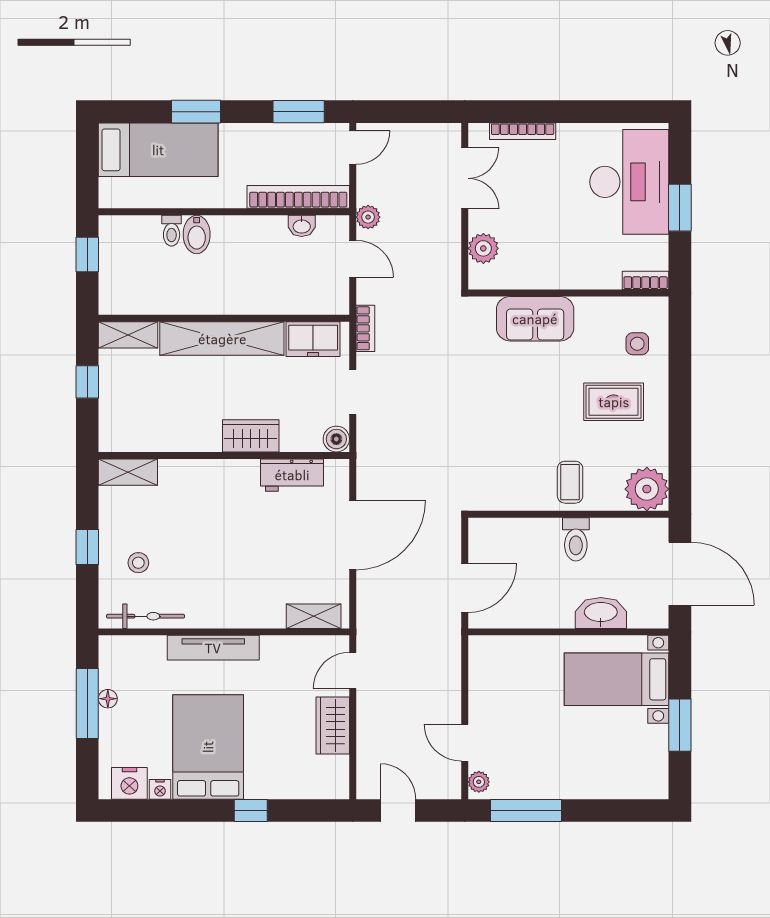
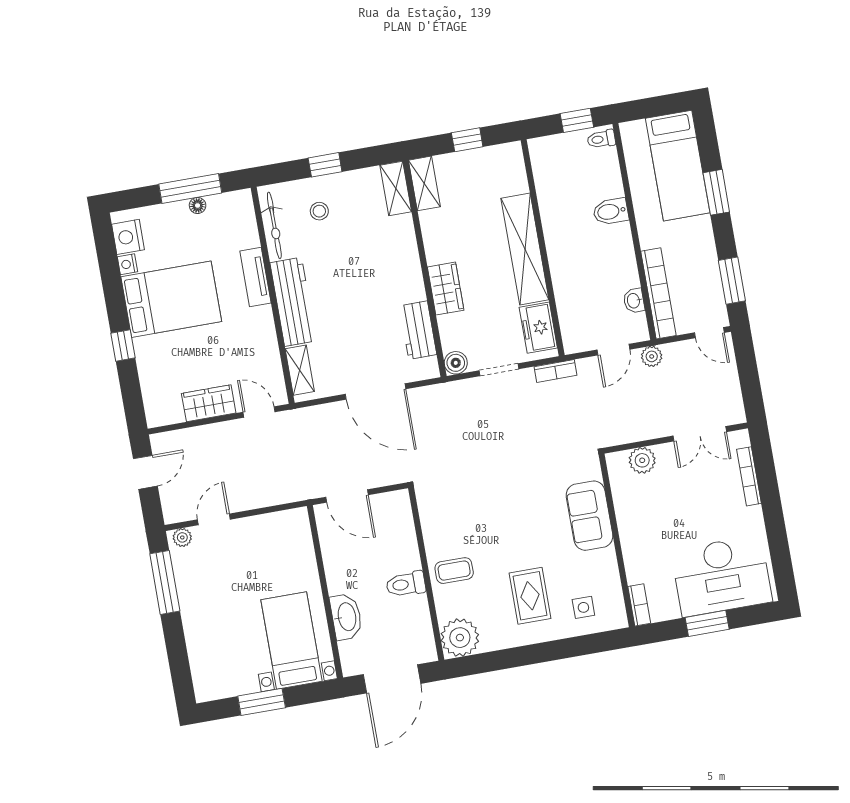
toilet: (172, 231) -> (601, 139), moved
shelving: (128, 335) -> (424, 183), moved
workbench: (235, 610) -> (293, 302), added
tv unit: (213, 648) -> (255, 277), width x0.71

